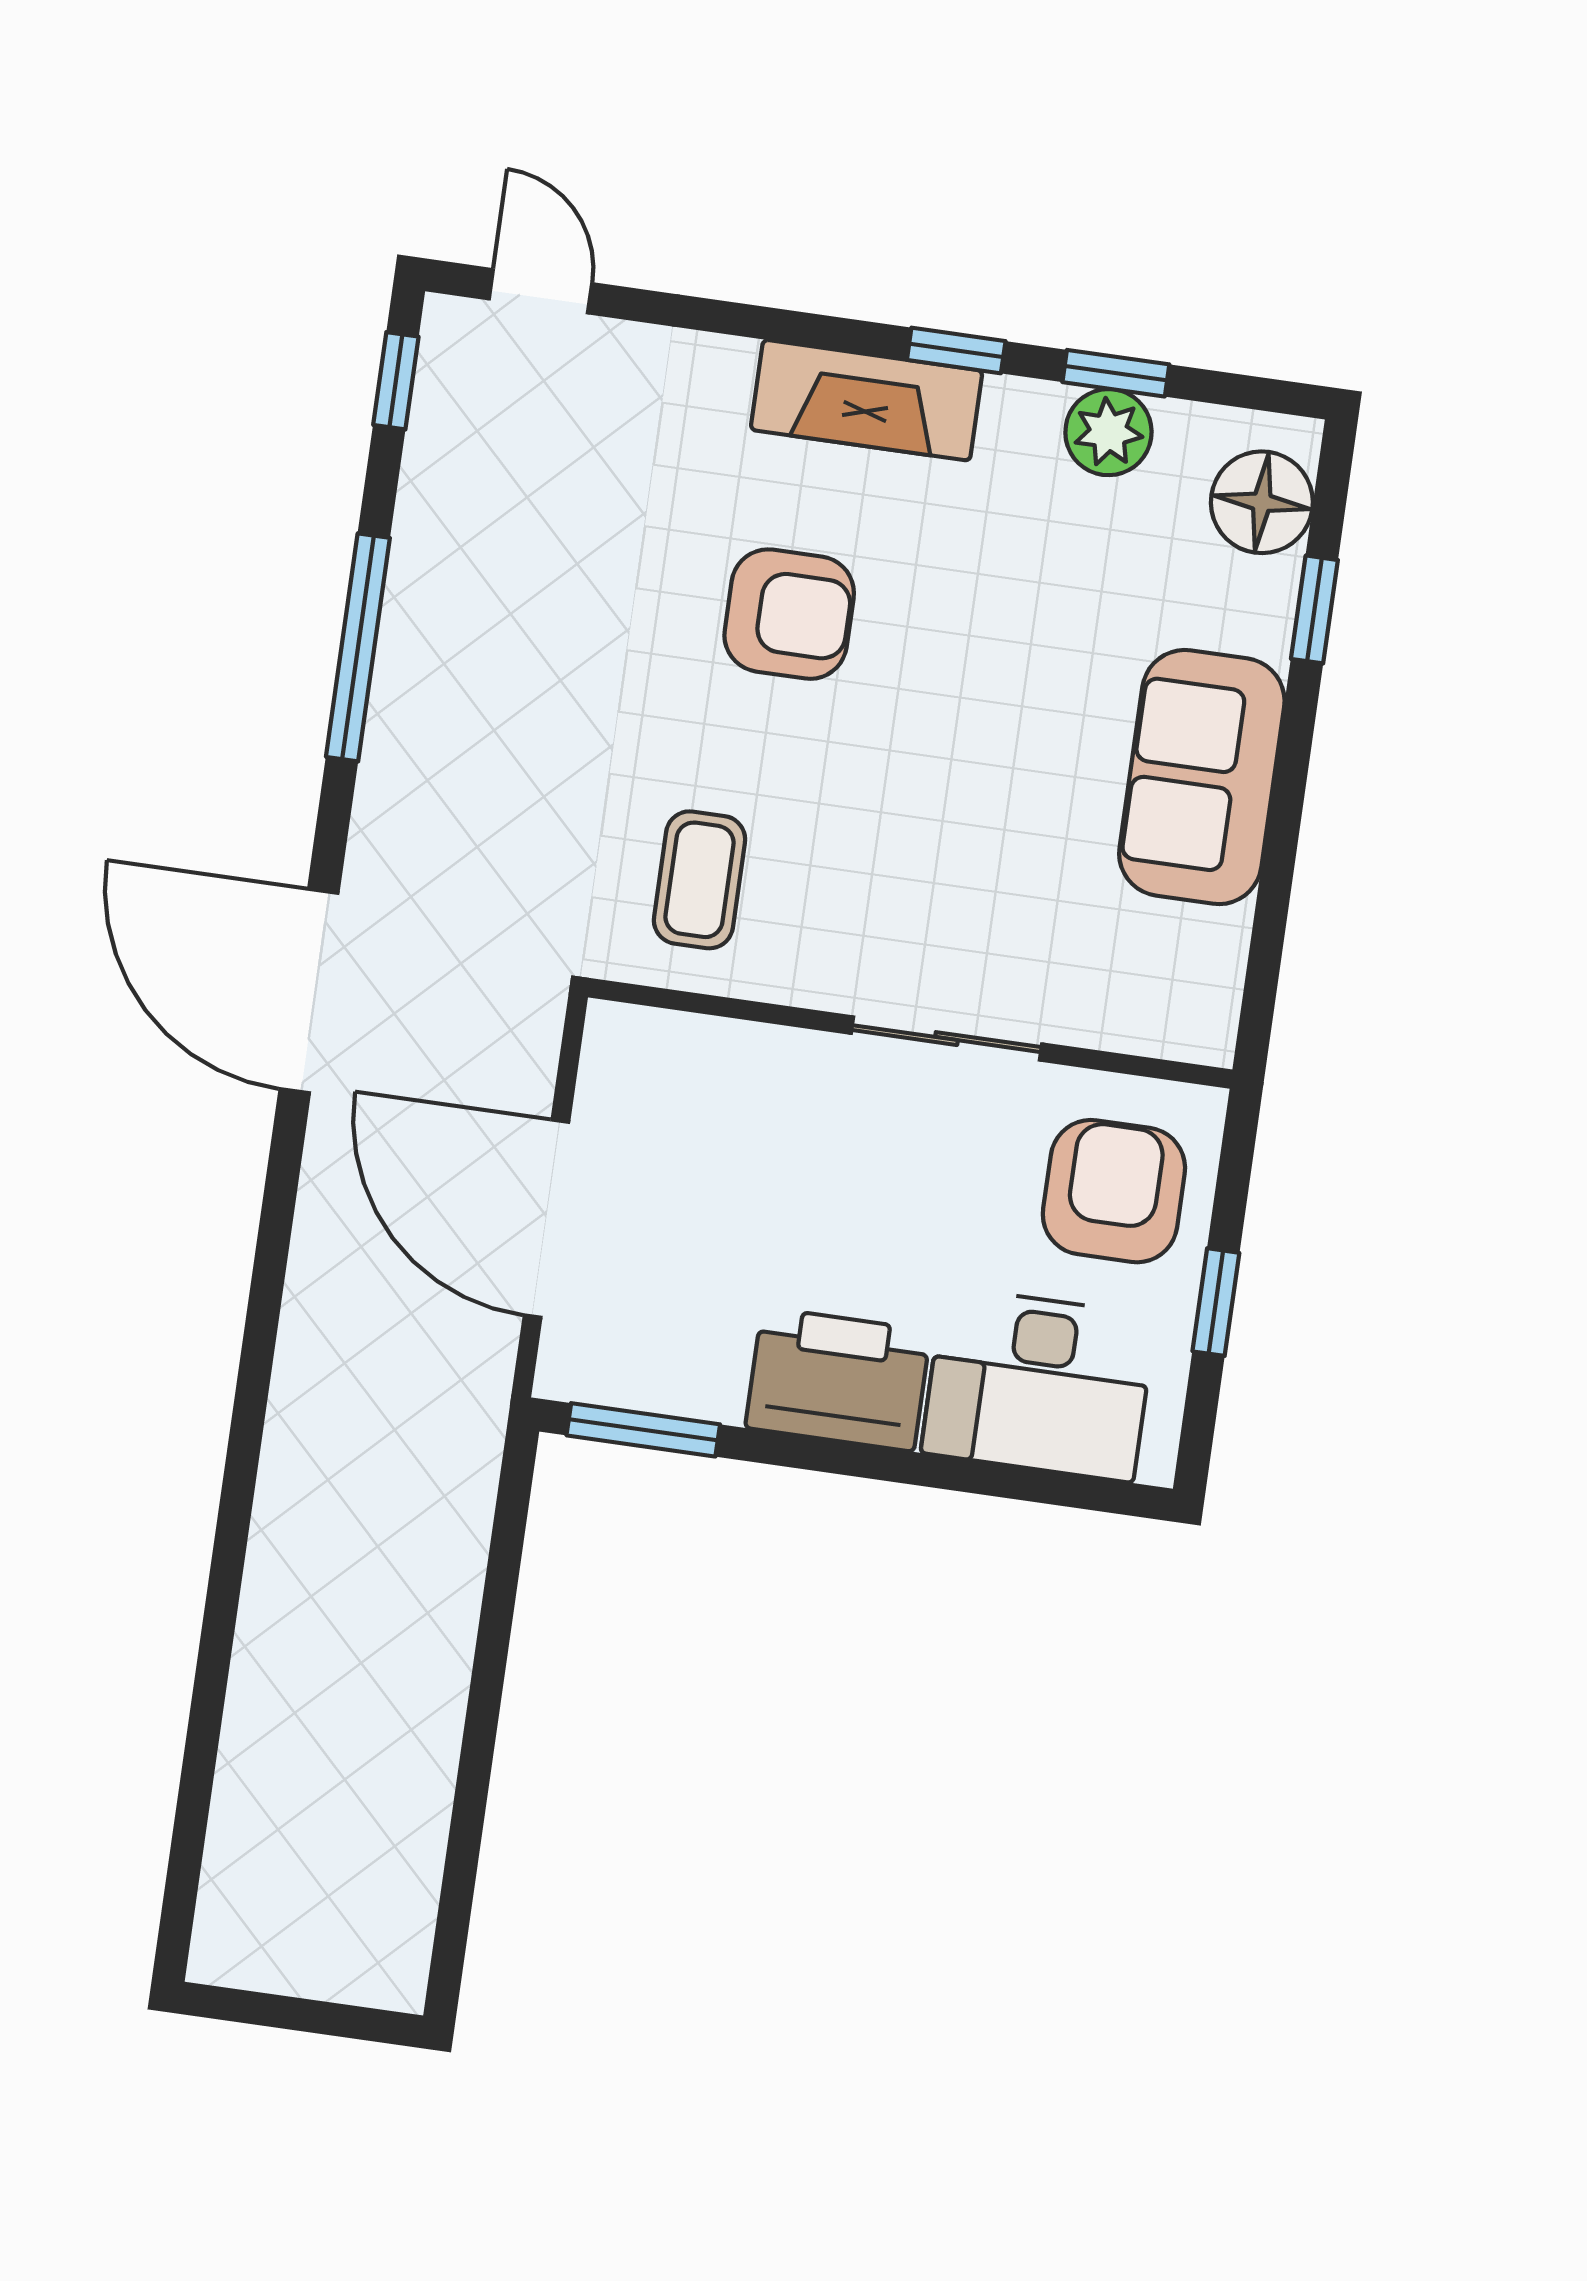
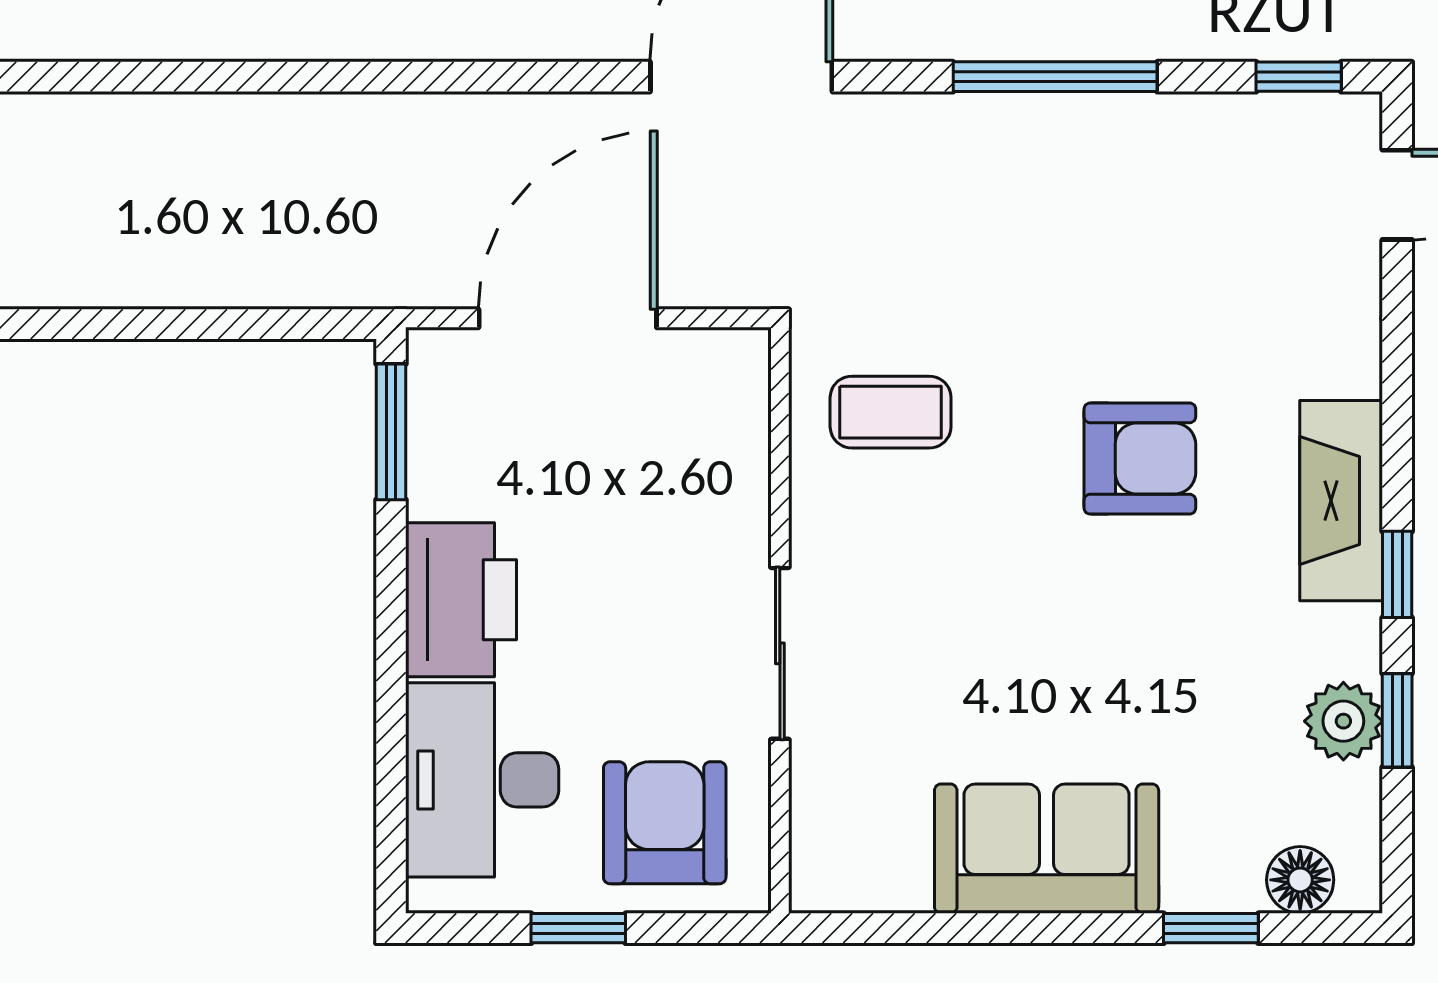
floor lamp: (1262, 502) -> (1300, 880), width x0.73, depth x0.73
armchair: (789, 614) -> (1140, 459), turned -90
armchair: (1114, 1191) -> (665, 823), turned -90

